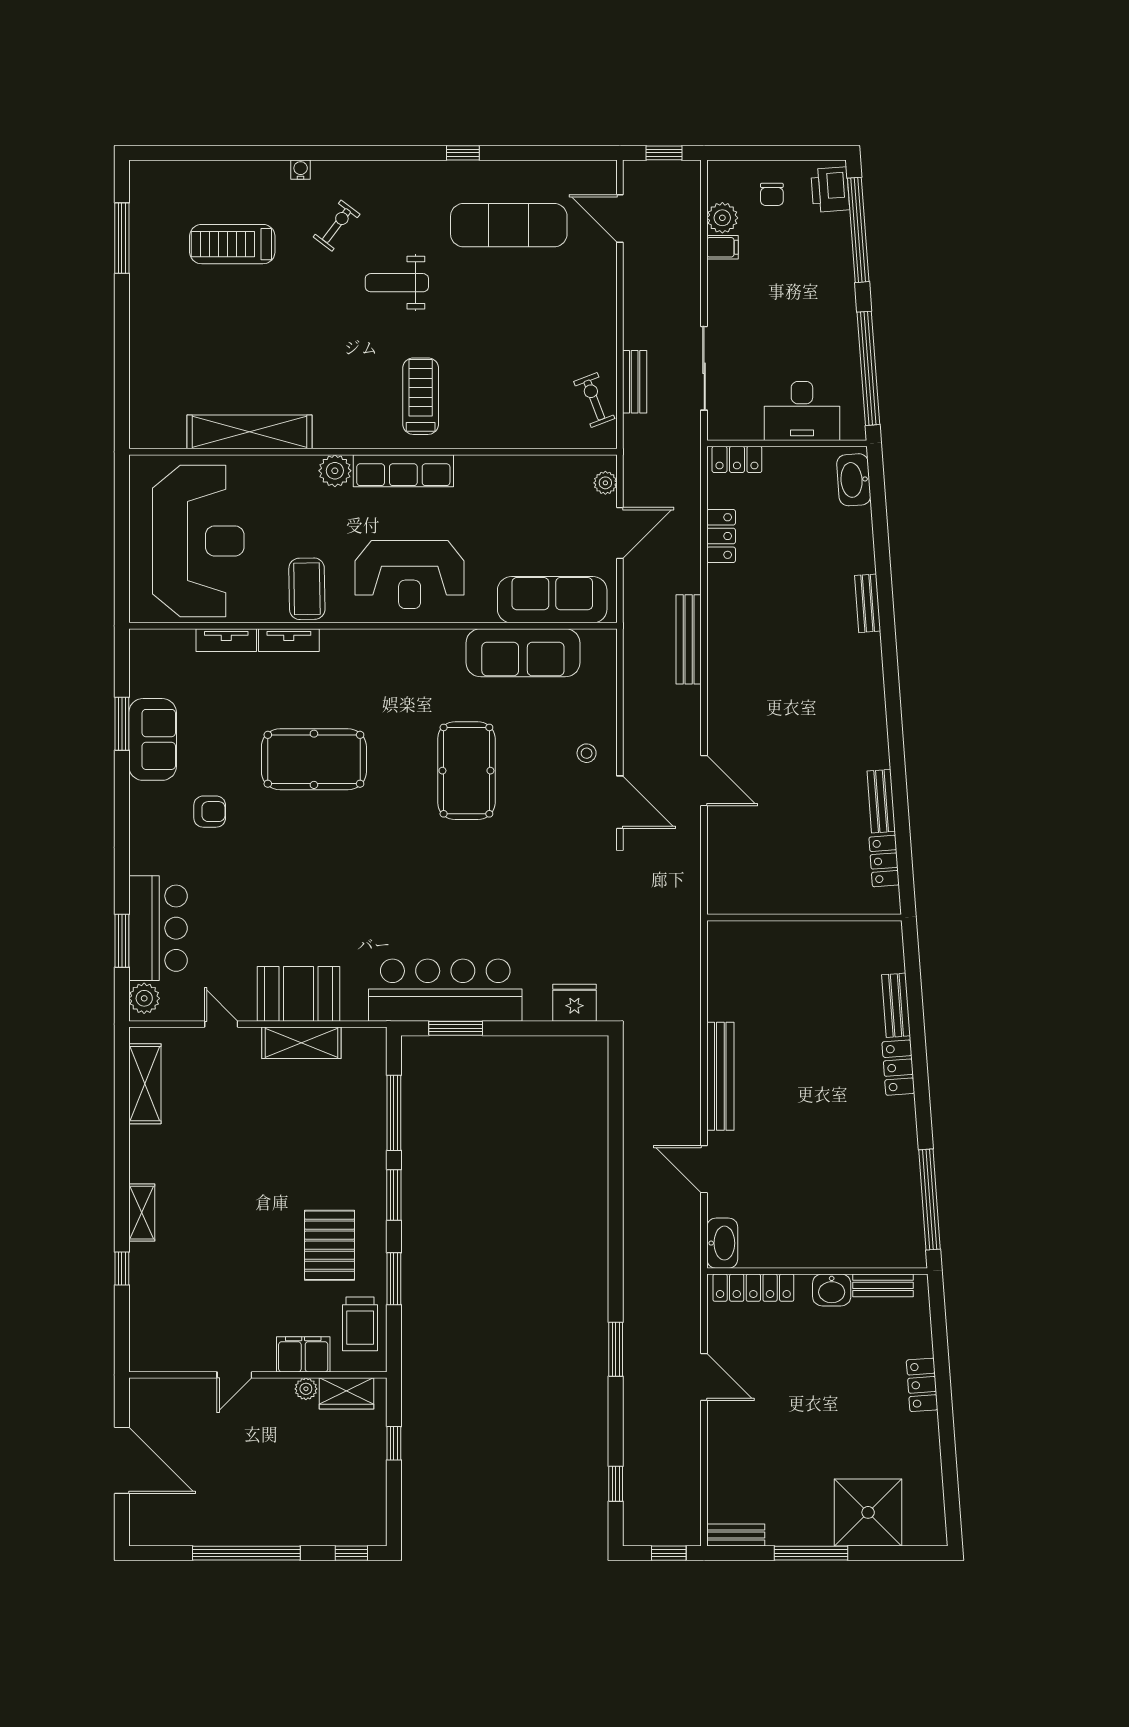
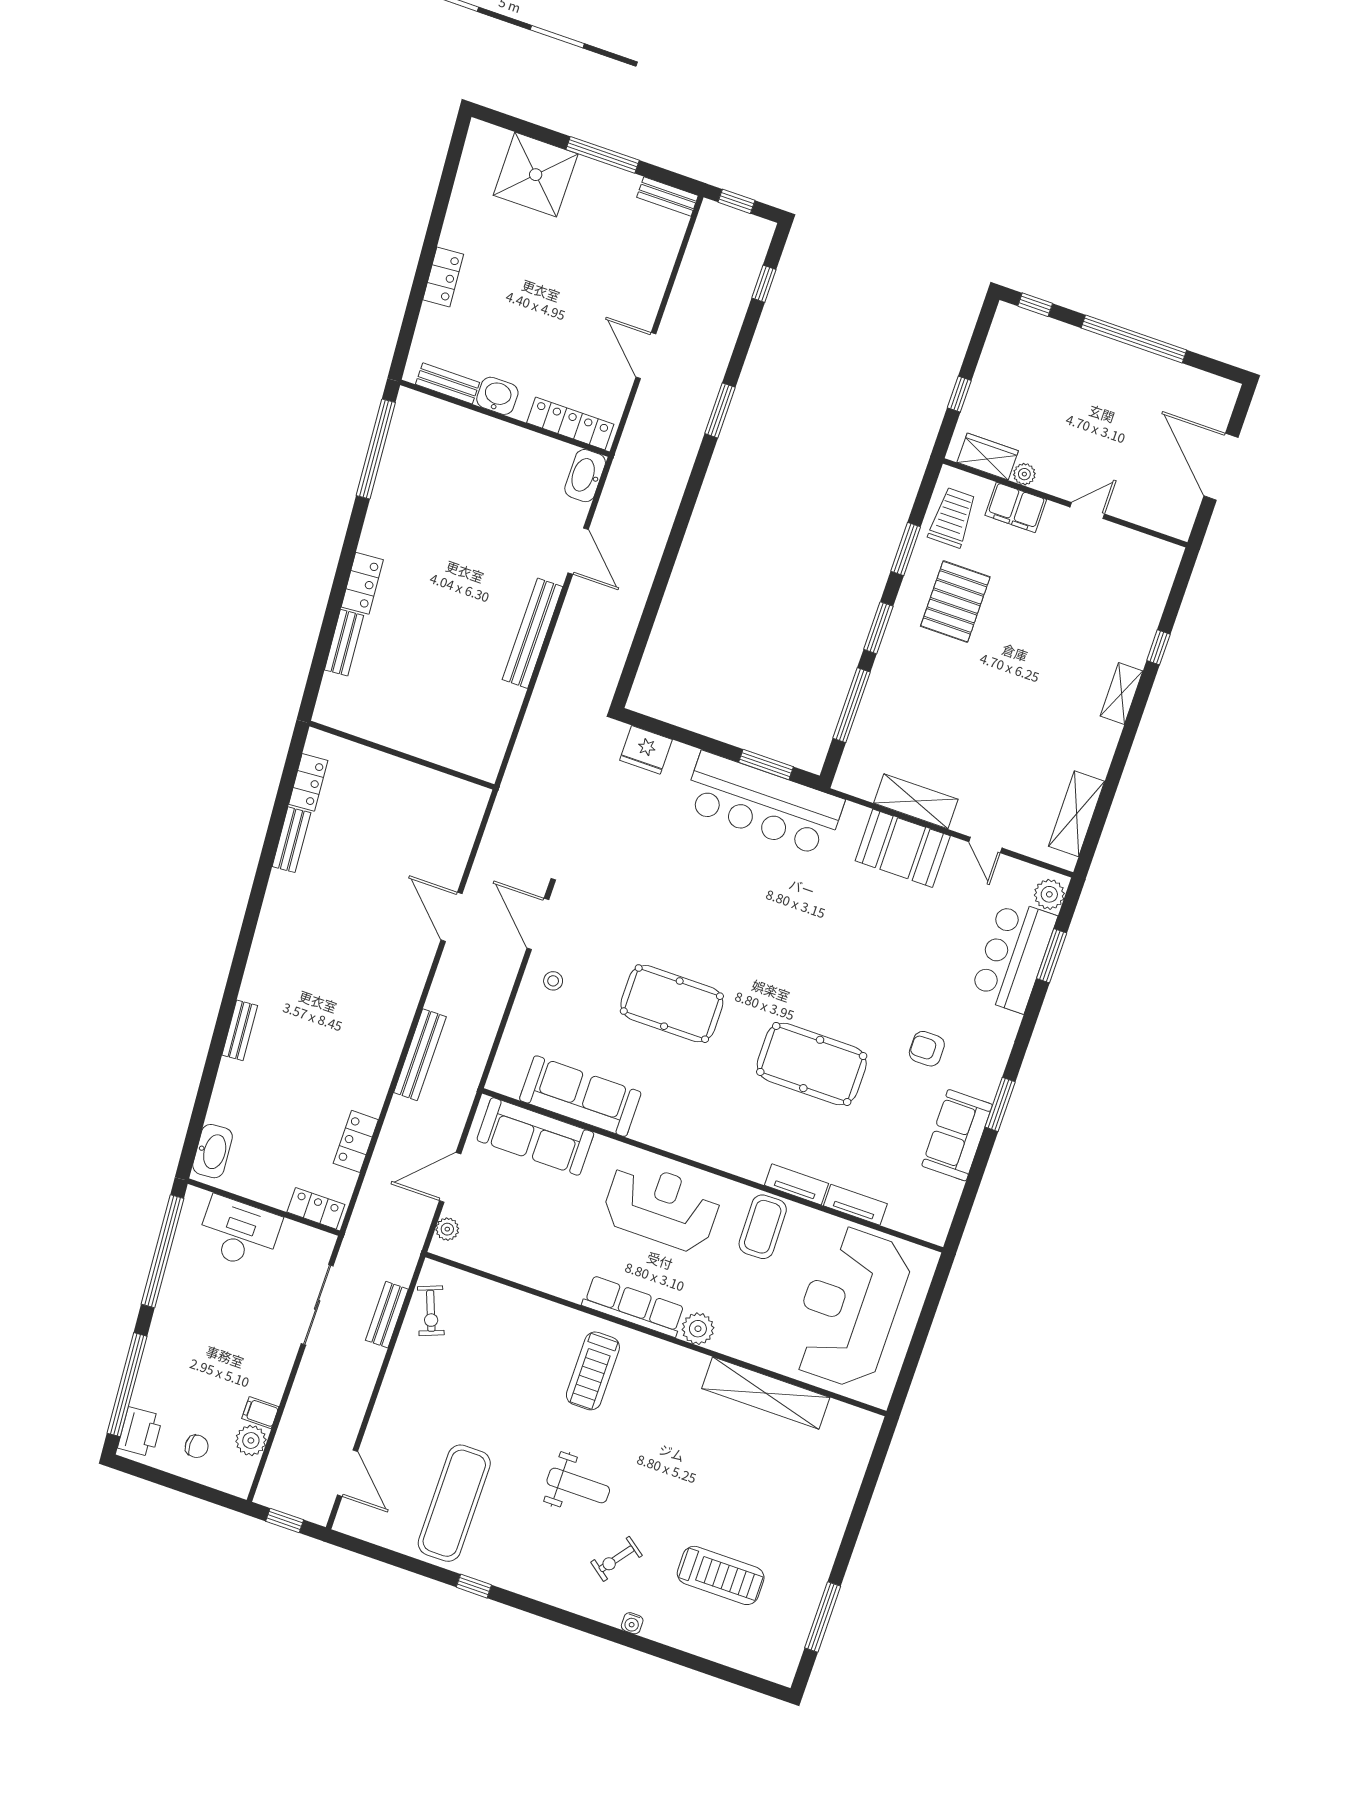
chair: (772, 194) -> (197, 1446), turned 90
exercise mat: (509, 225) -> (454, 1503), turned 90
window: (122, 724) -> (1000, 1104), moved
pool table: (466, 771) -> (672, 1004), turned 90

